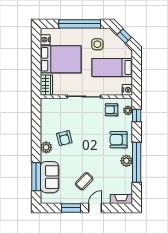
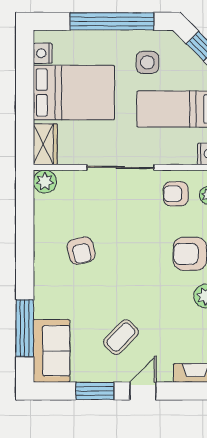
plant: (46, 147) -> (45, 182), moved
sofa: (50, 177) -> (51, 351), moved

